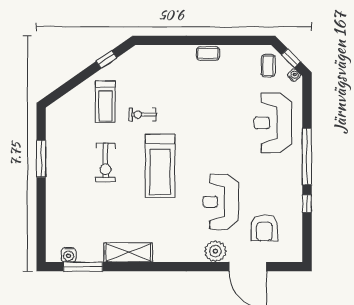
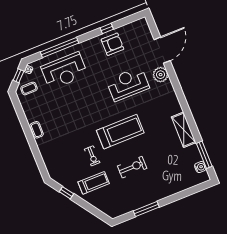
window: (307, 157) -> (59, 48), moved
reception desk: (220, 202) -> (128, 84), turned 180
armchair: (264, 228) -> (112, 44), moved

